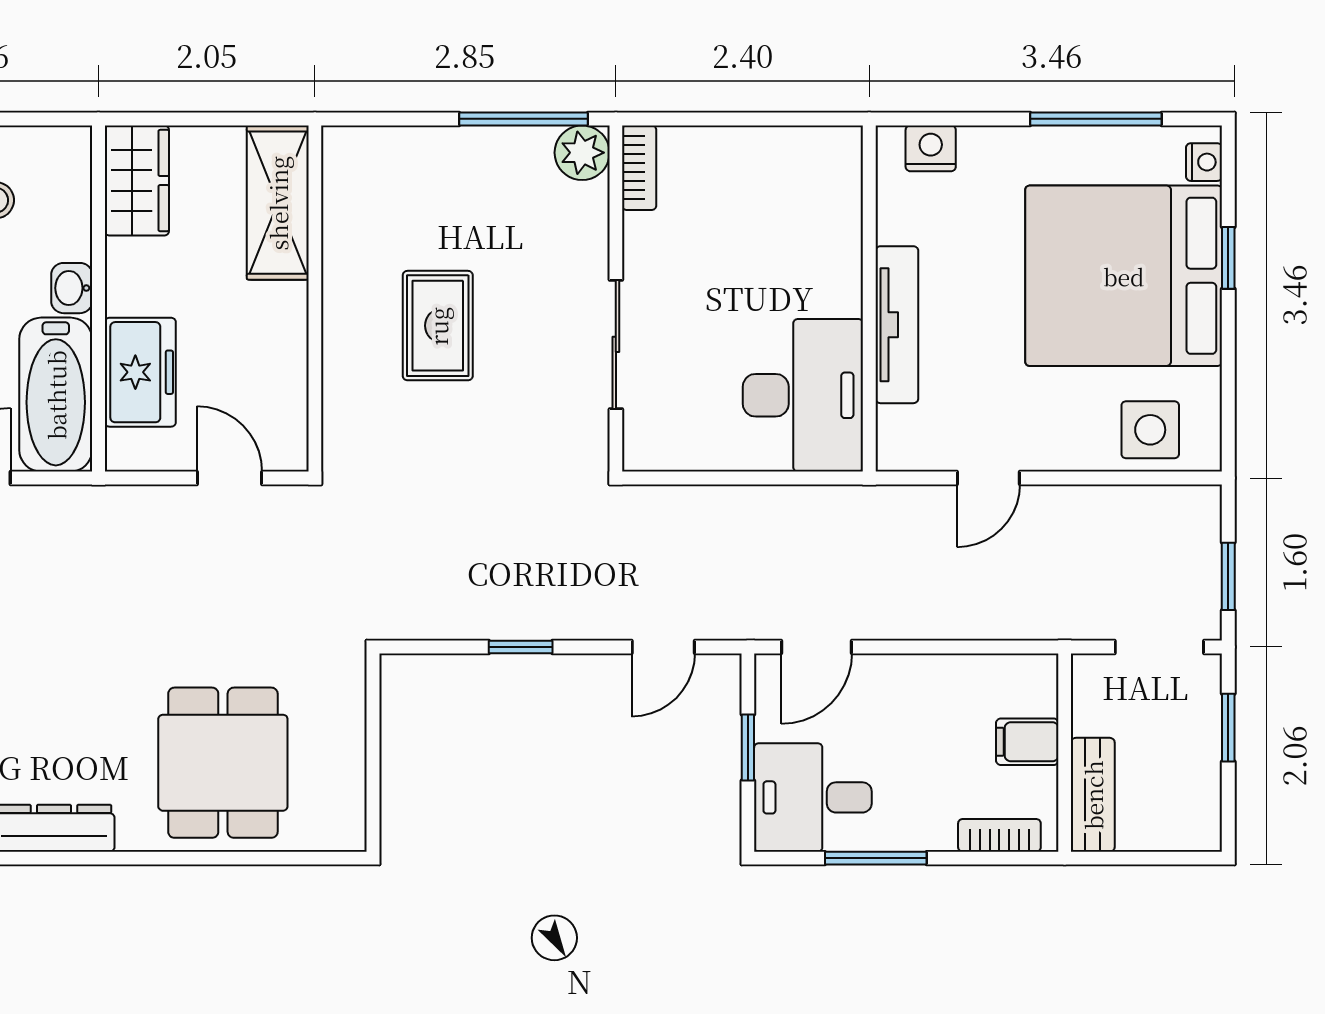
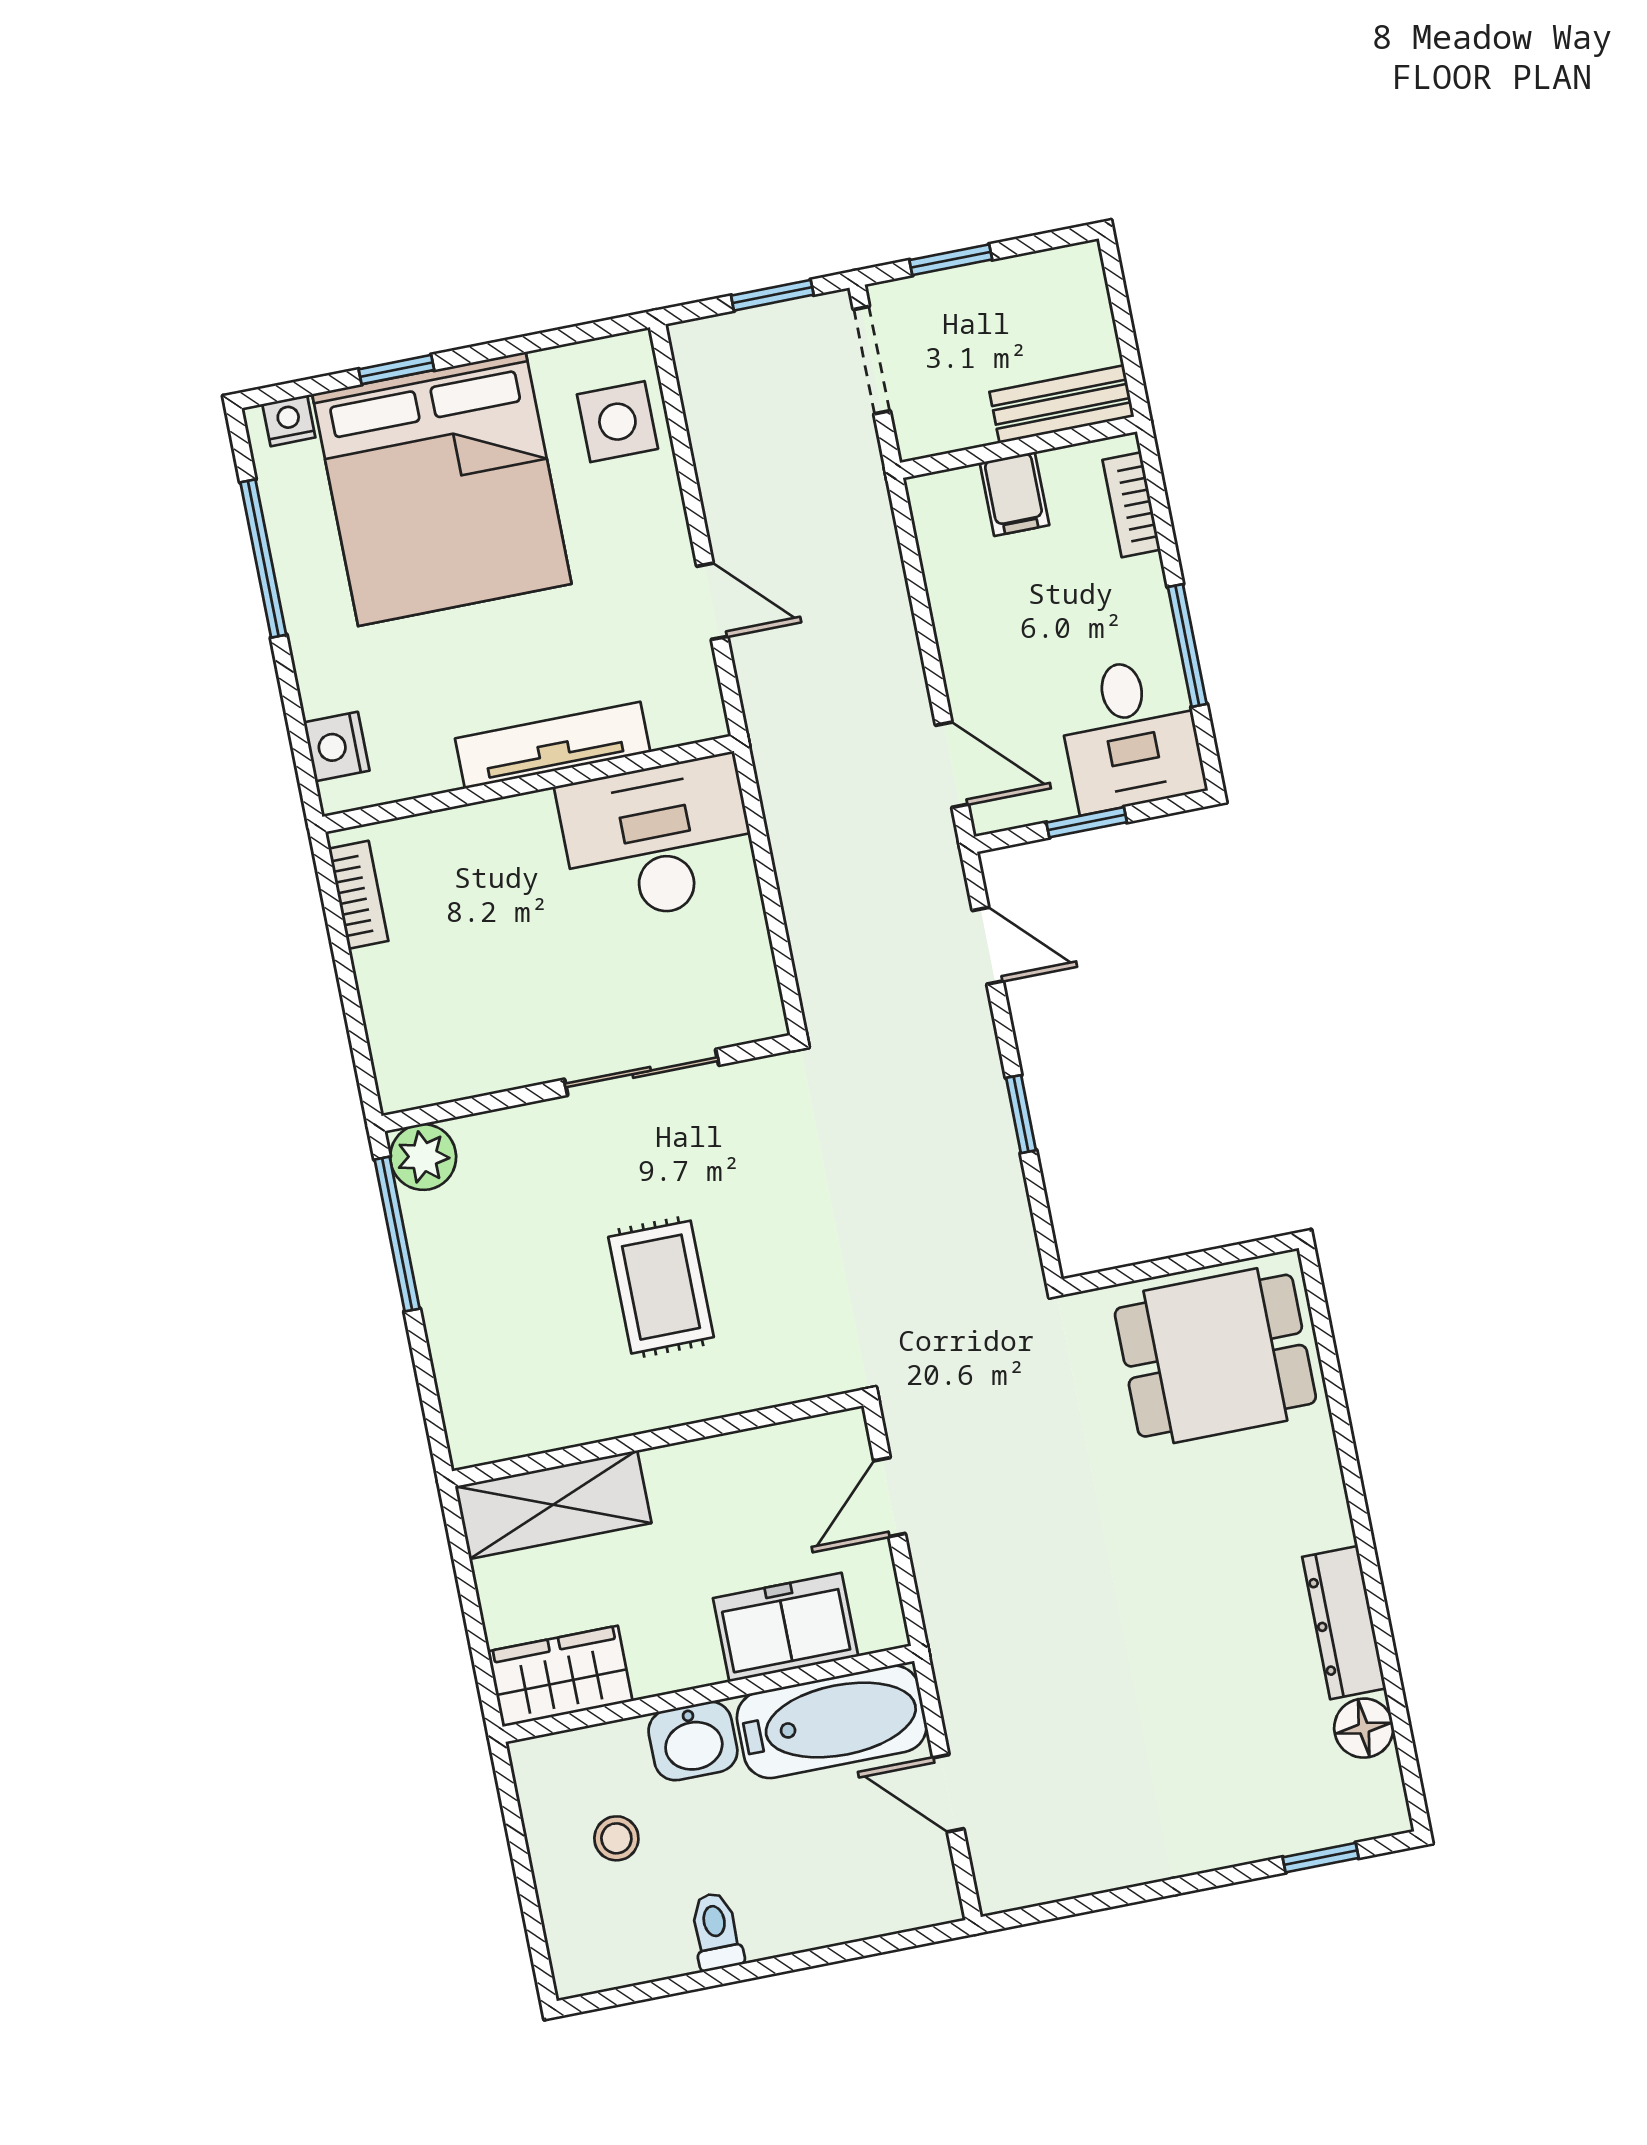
bookcase: (639, 168) -> (358, 895), moved, turned 90
washbasin: (72, 288) -> (693, 1741), width x1.38, depth x1.45
rug: (438, 326) -> (661, 1287), turned 90
dining table: (223, 763) -> (1215, 1356), moved

